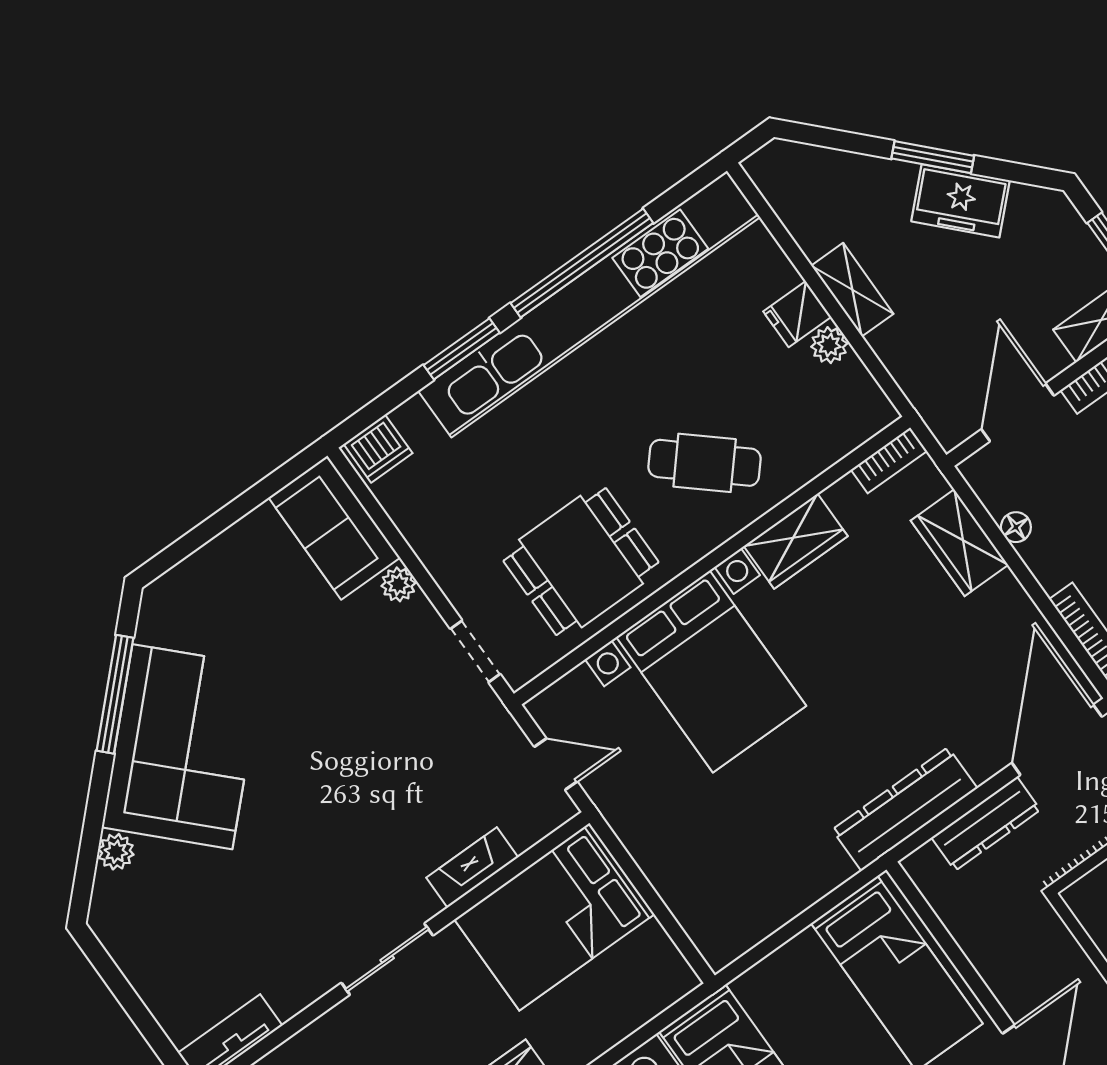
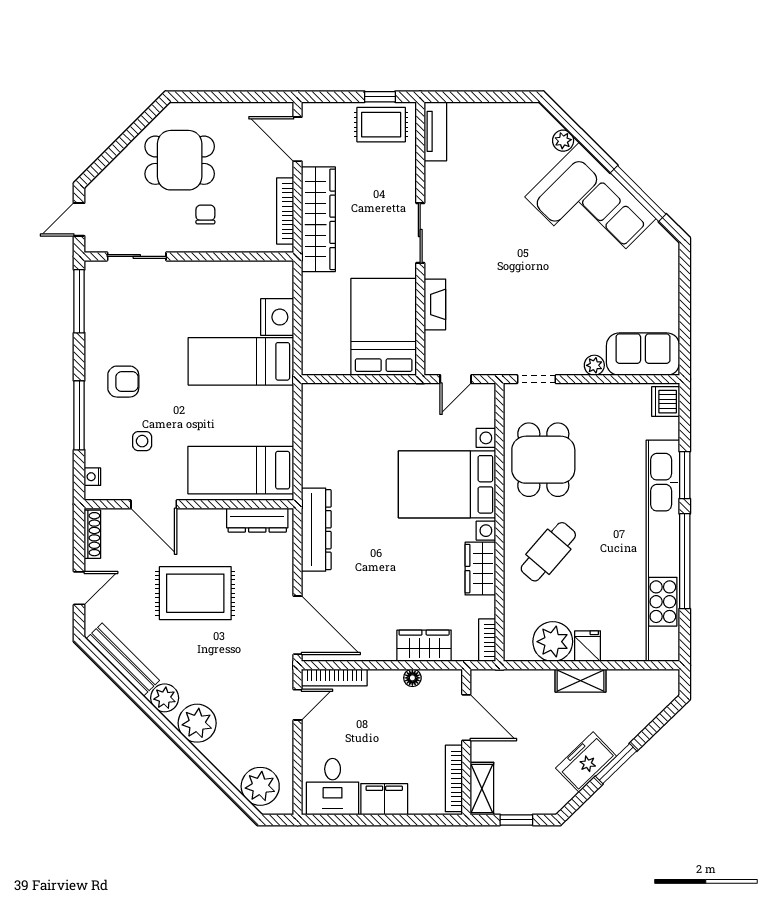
plant: (829, 345) -> (553, 642), width x1.87, depth x1.87
dresser: (986, 824) -> (257, 520), moved, turned -90

